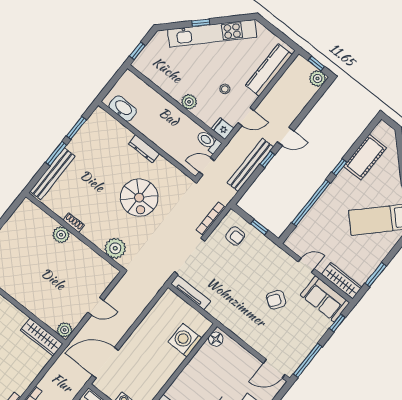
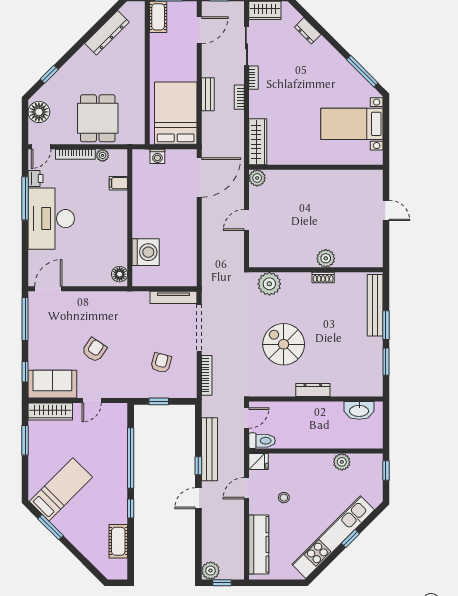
plant: (189, 102) -> (342, 462), moved
cot: (365, 157) -> (118, 541), width x0.73, depth x0.75
armchair: (235, 236) -> (161, 363), moved, turned 105
wardrobe: (42, 337) -> (258, 142), moved, turned 90

